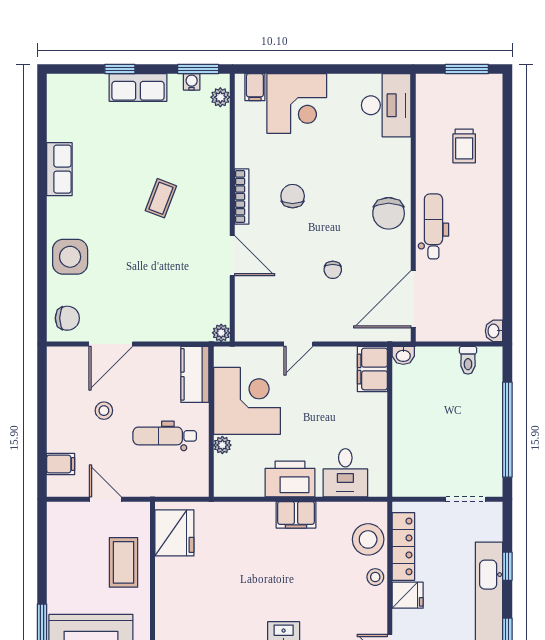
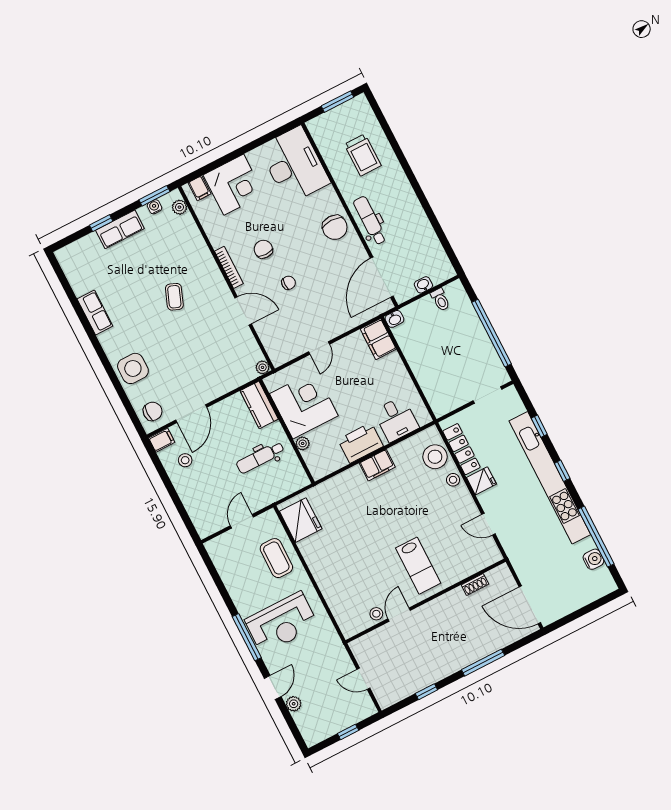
desk: (386, 105) -> (294, 165), width x1.36, depth x1.30
trolley: (464, 146) -> (363, 155), width x1.36, depth x1.39
chair: (333, 270) -> (289, 283), moved, turned -90
washbasin: (494, 331) -> (423, 285), moved, turned 90
stool: (104, 411) -> (185, 460), moved
filing cabinet: (61, 464) -> (162, 440), moved
door: (105, 499) -> (242, 521), hinge flipped

